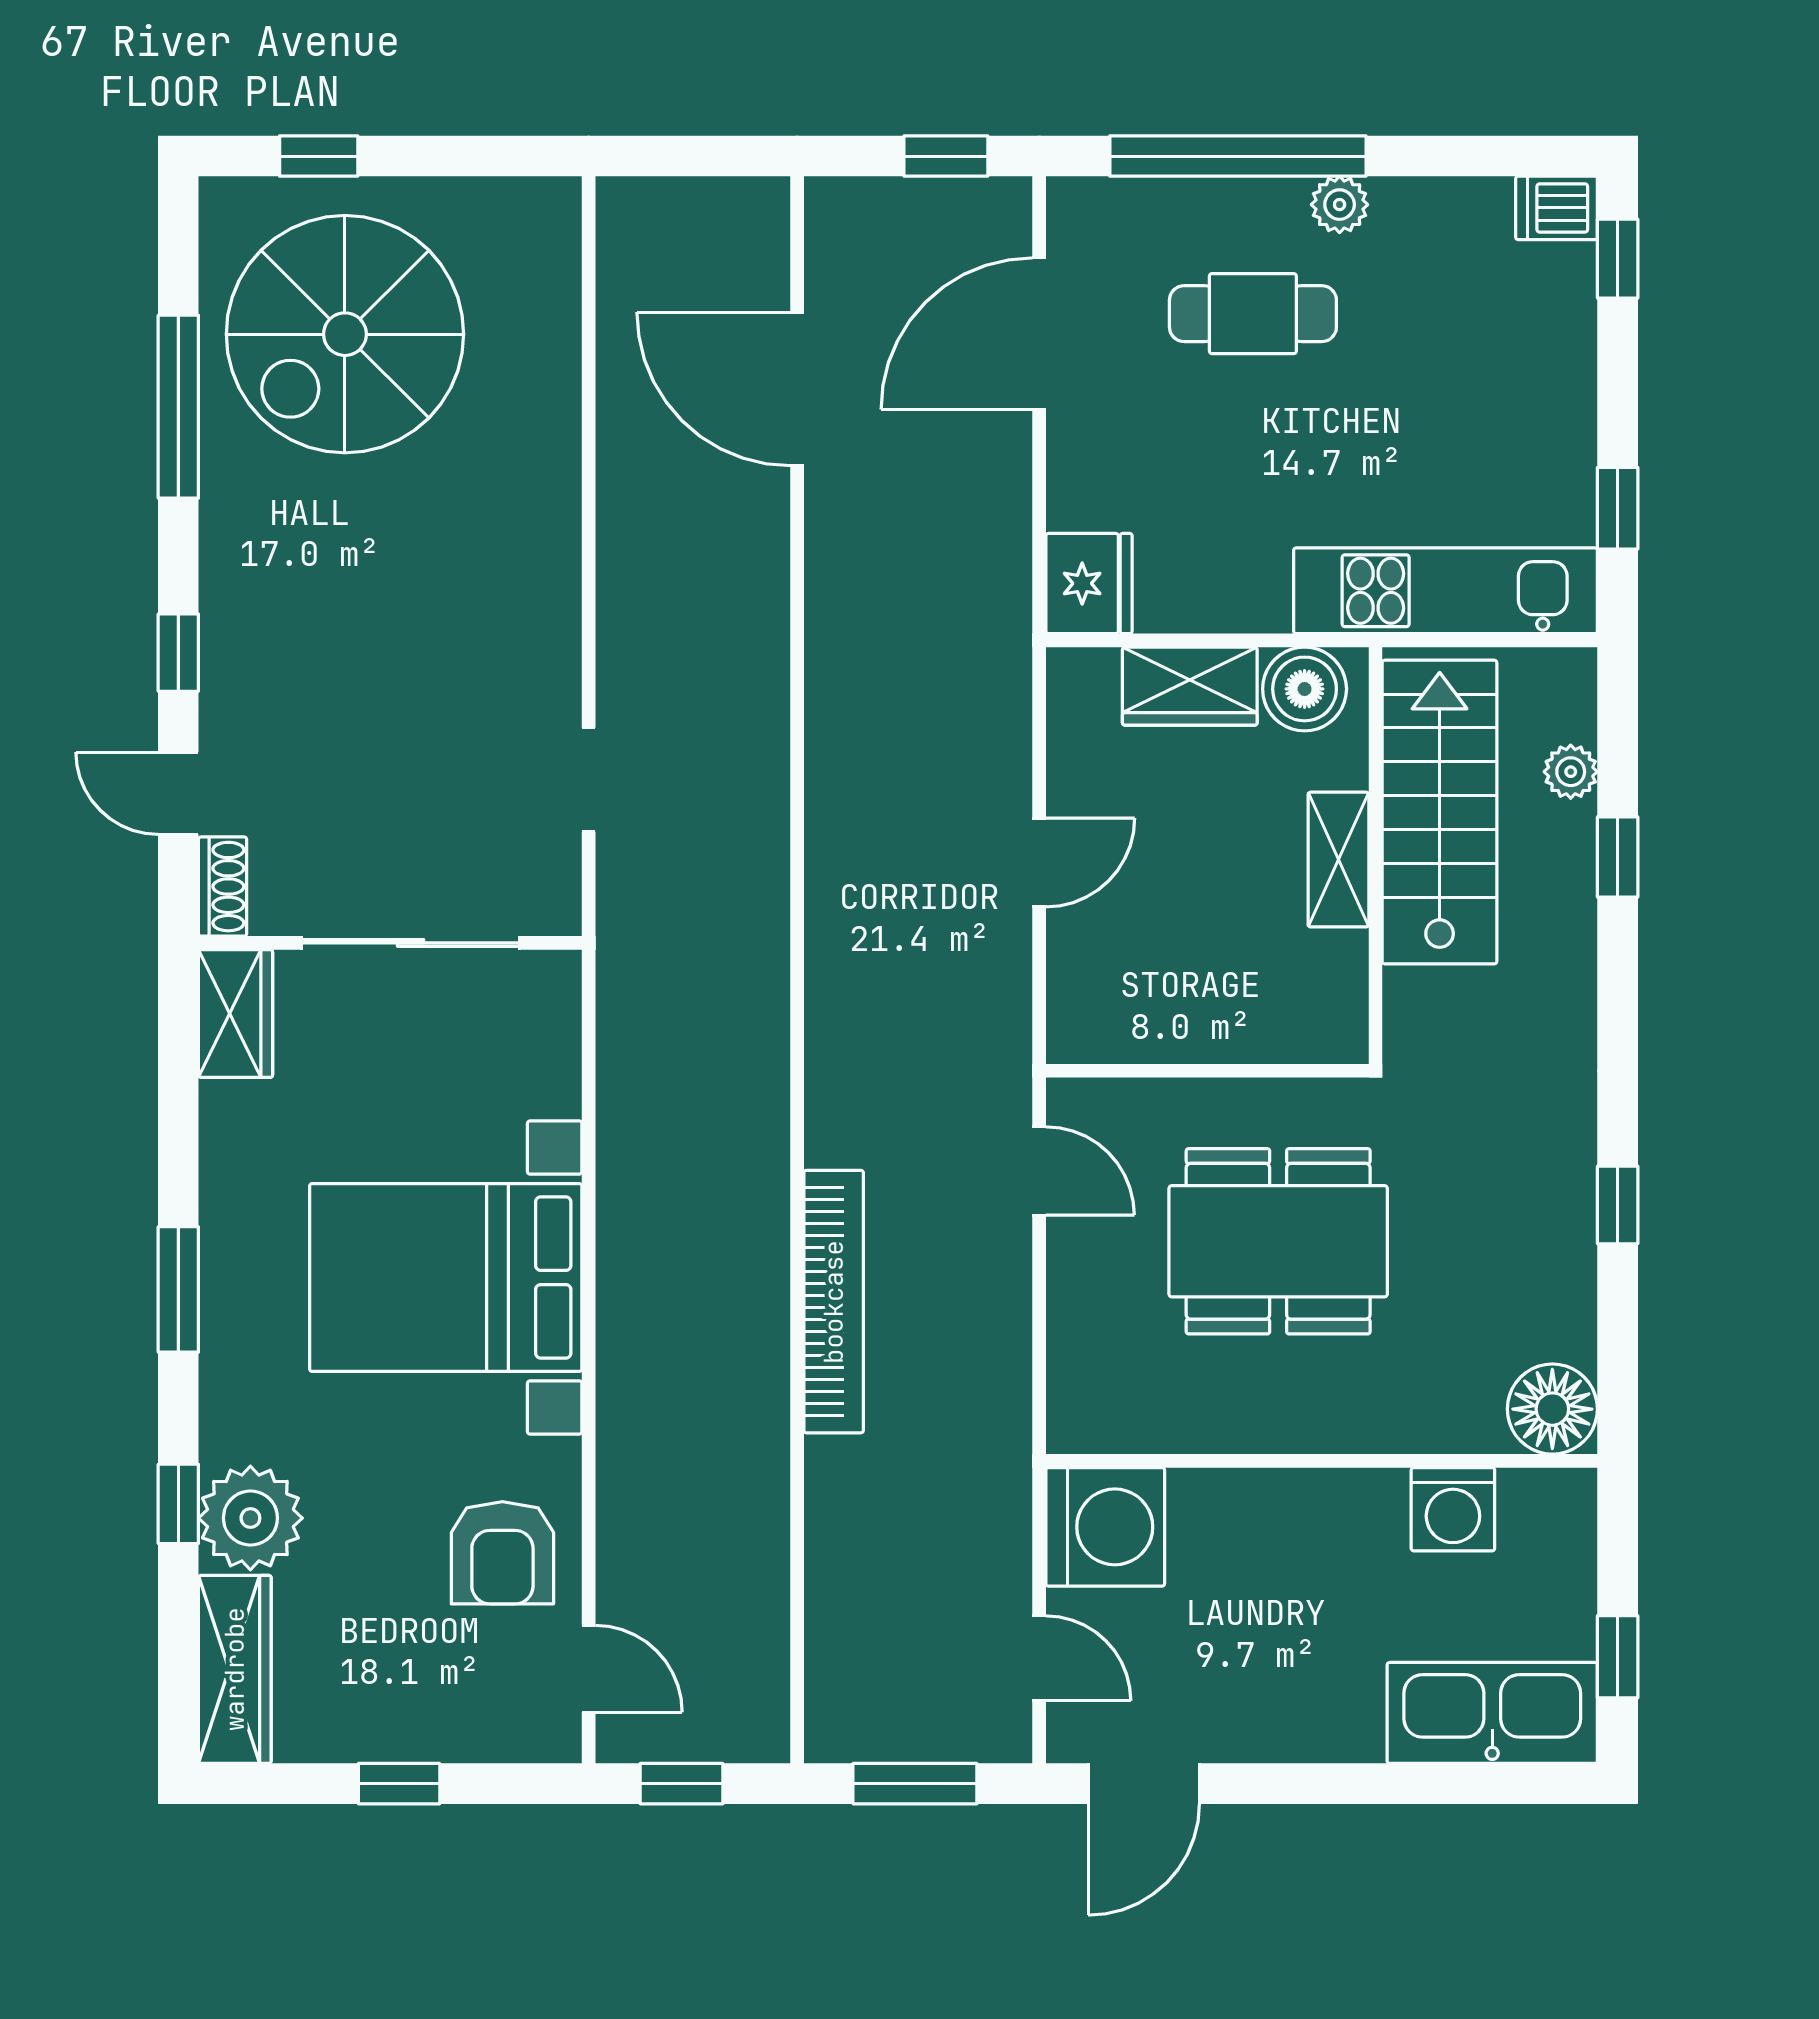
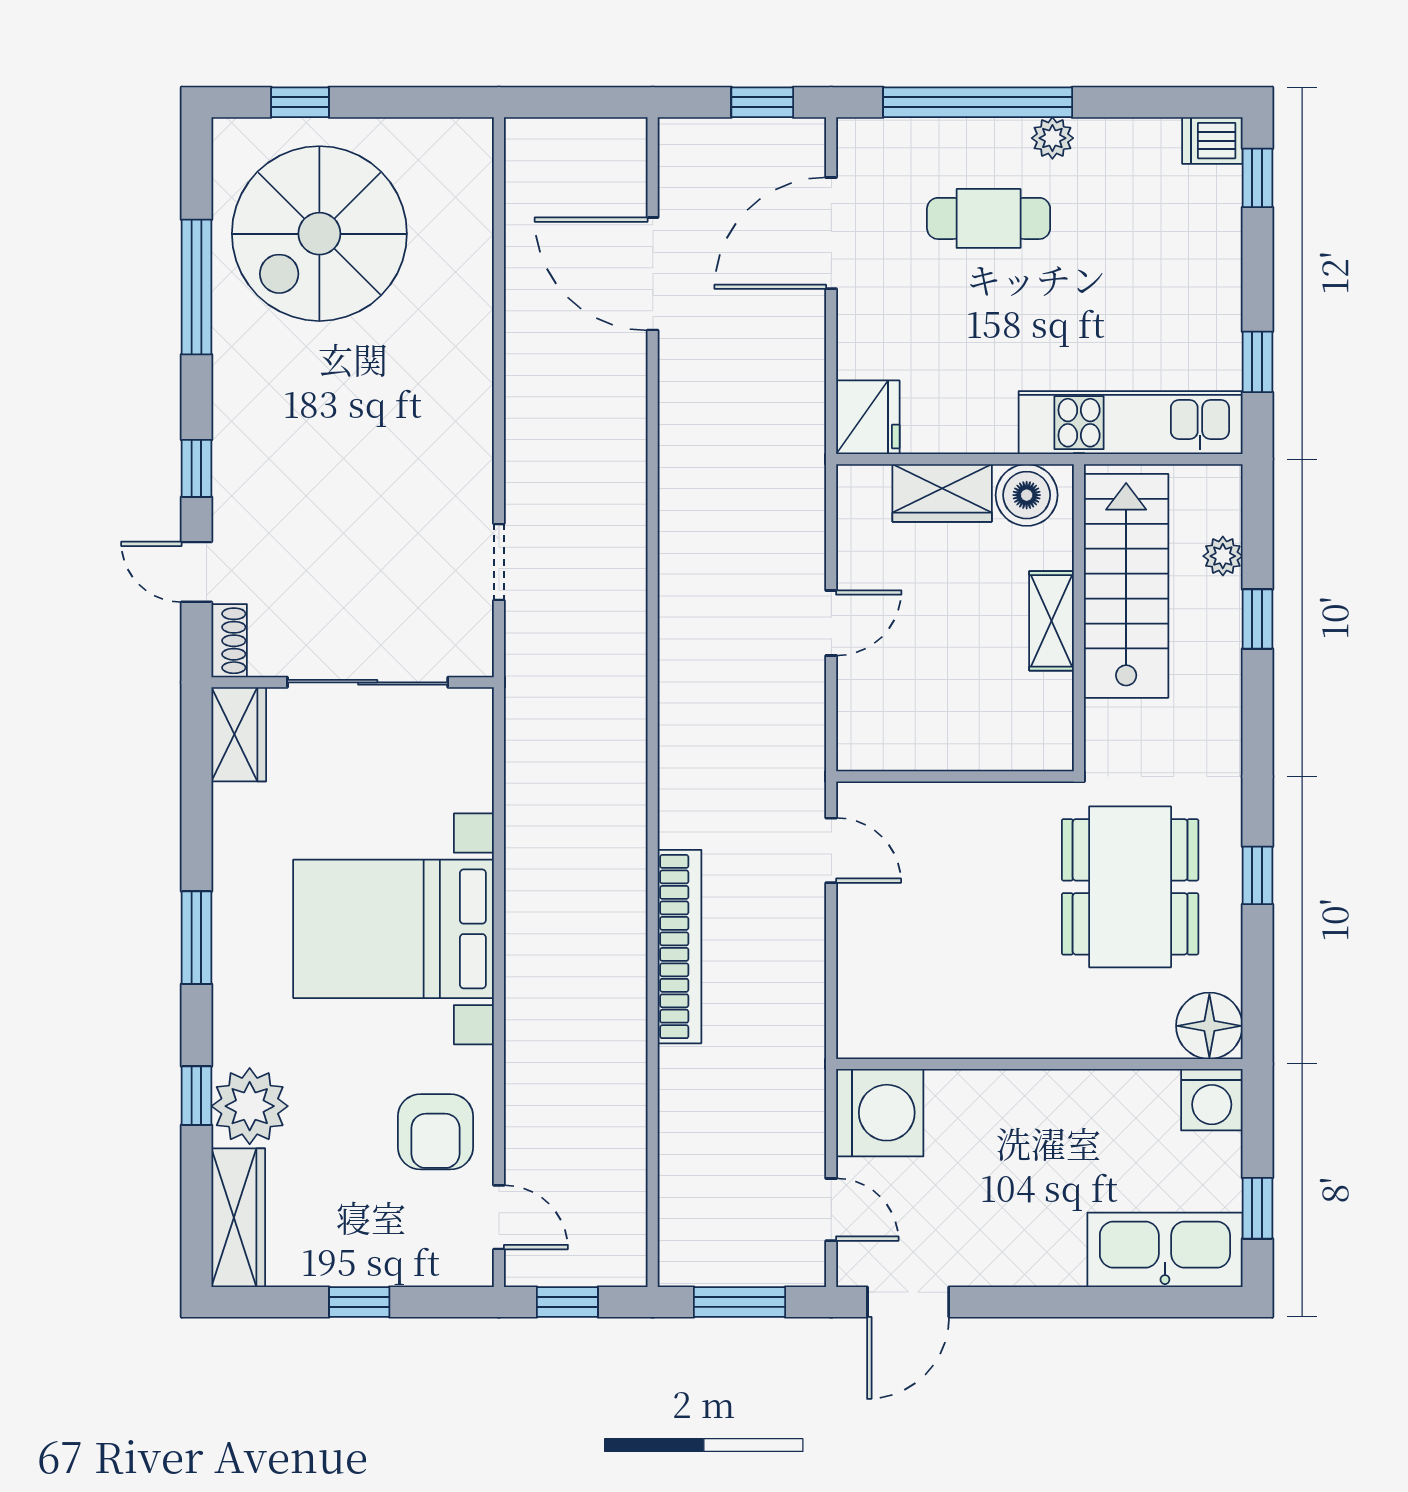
dining table: (1278, 1241) -> (1130, 887), moved, turned 90
washing machine: (1453, 1509) -> (1212, 1100), moved

